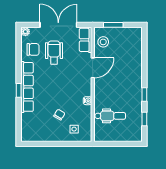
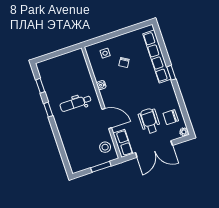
wheelchair: (54, 52) -> (149, 121), turned 180
door: (93, 68) -> (107, 119), swing flipped
row of seats: (27, 87) -> (157, 56), moved
dental chair: (110, 116) -> (76, 103), moved

